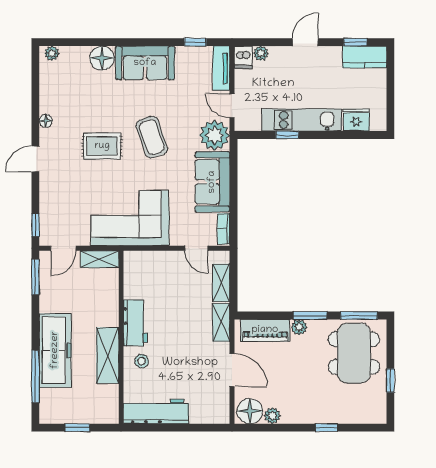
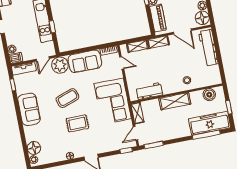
floor lamp: (102, 58) -> (34, 148), moved
rug: (102, 146) -> (77, 123), turned 90
door: (63, 248) -> (135, 133), swing flipped
door: (196, 248) -> (122, 63), hinge flipped
workbench: (135, 323) -> (149, 91), moved
freezer: (55, 350) -> (210, 123), moved
shelving: (108, 355) -> (175, 101), moved
door: (232, 370) -> (182, 31), swing flipped
boiler: (107, 396) -> (209, 95), added
workbench: (156, 412) -> (208, 48), moved

